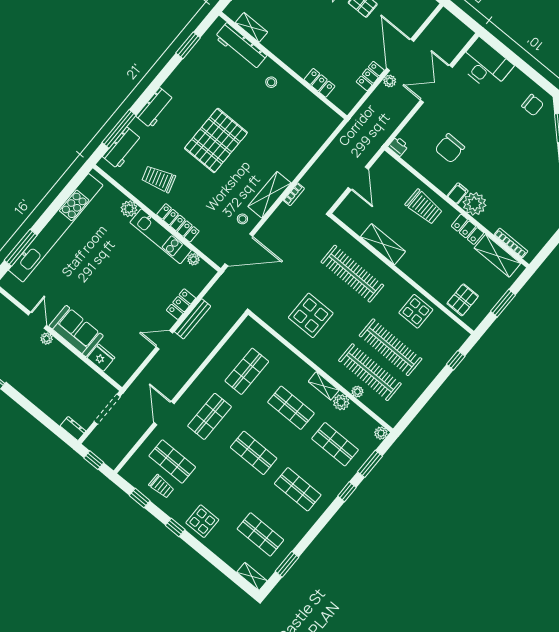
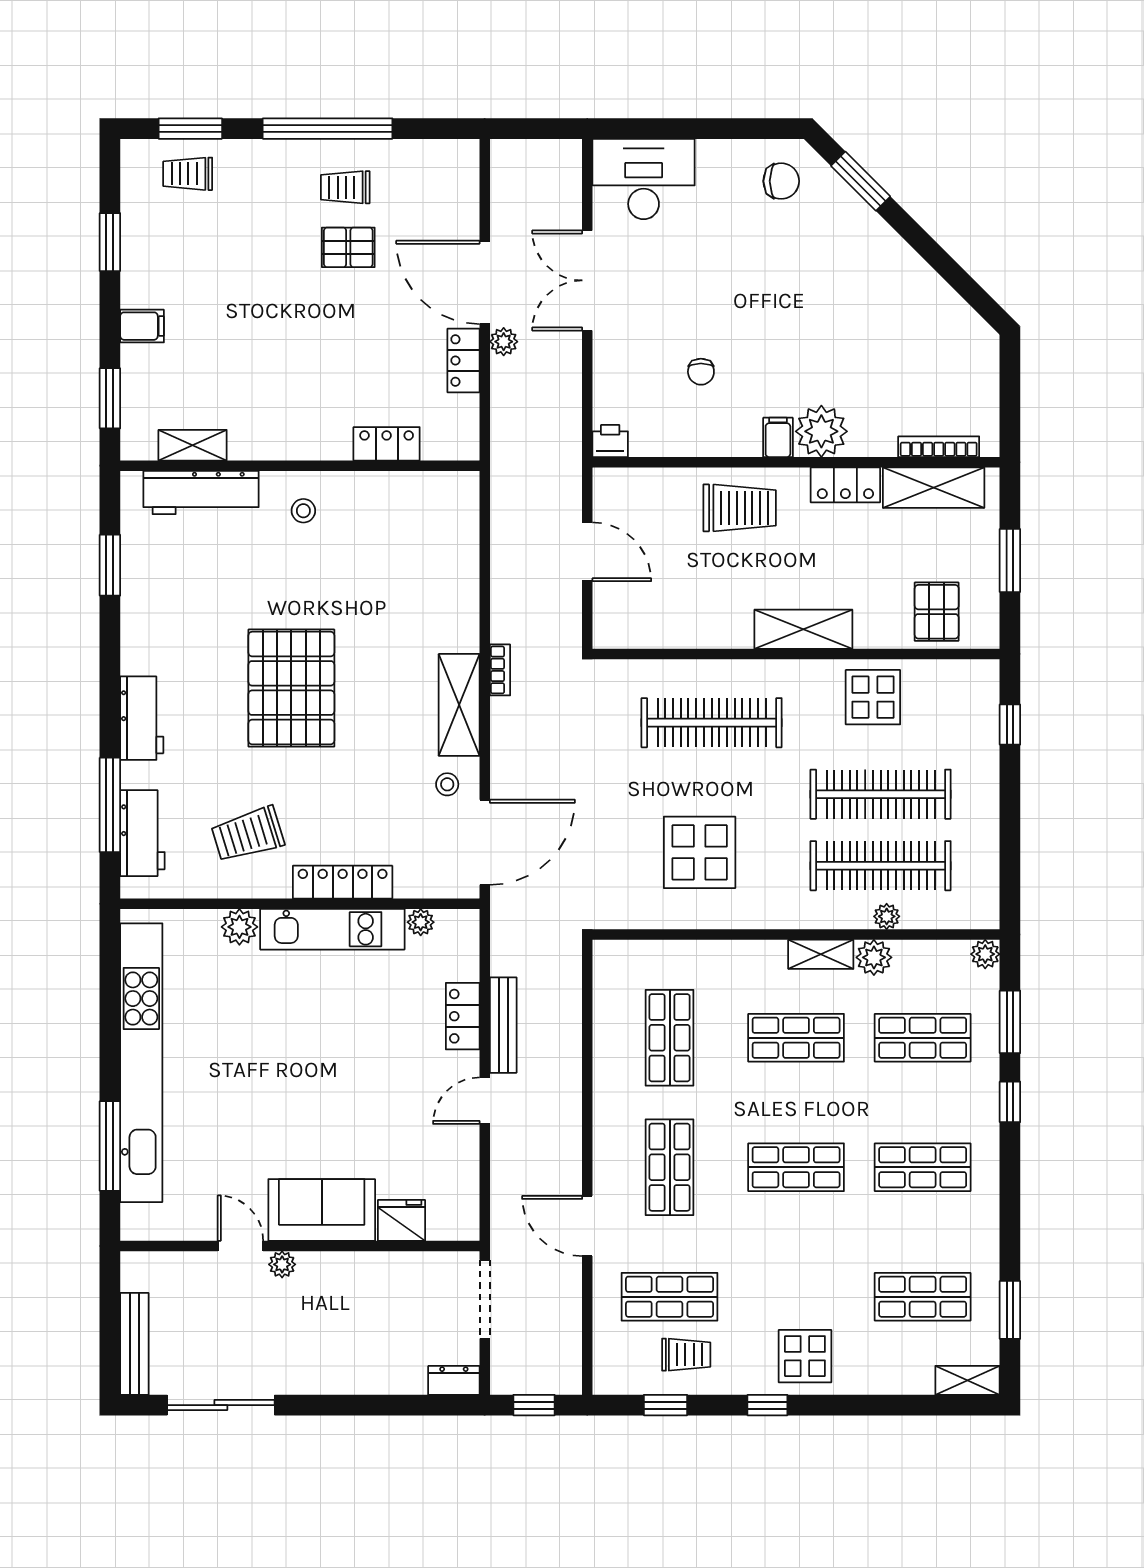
chair: (450, 148) -> (701, 372), width x0.54, depth x0.54
shelving: (383, 244) -> (803, 629), moved

